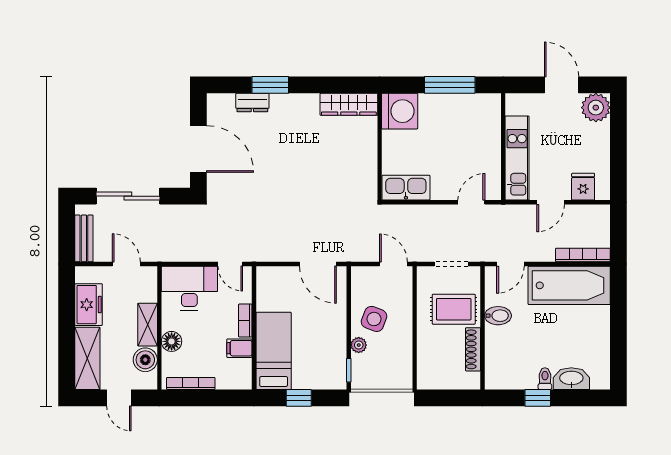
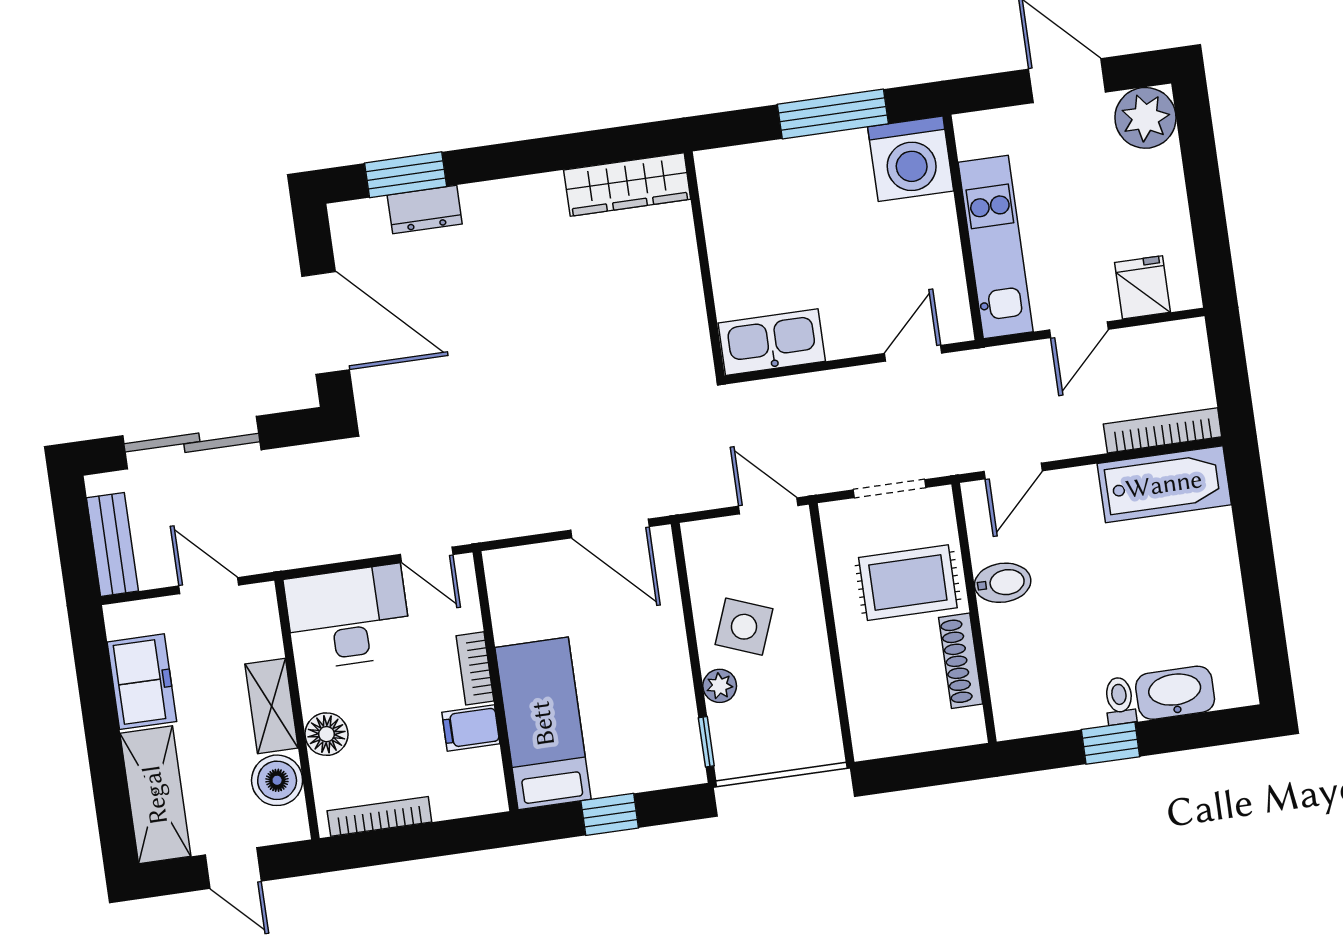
window: (270, 85) -> (406, 175), moved
washing machine: (400, 111) -> (911, 159), moved, turned 90
bathtub: (569, 285) -> (1164, 484), width x0.73, depth x0.73

